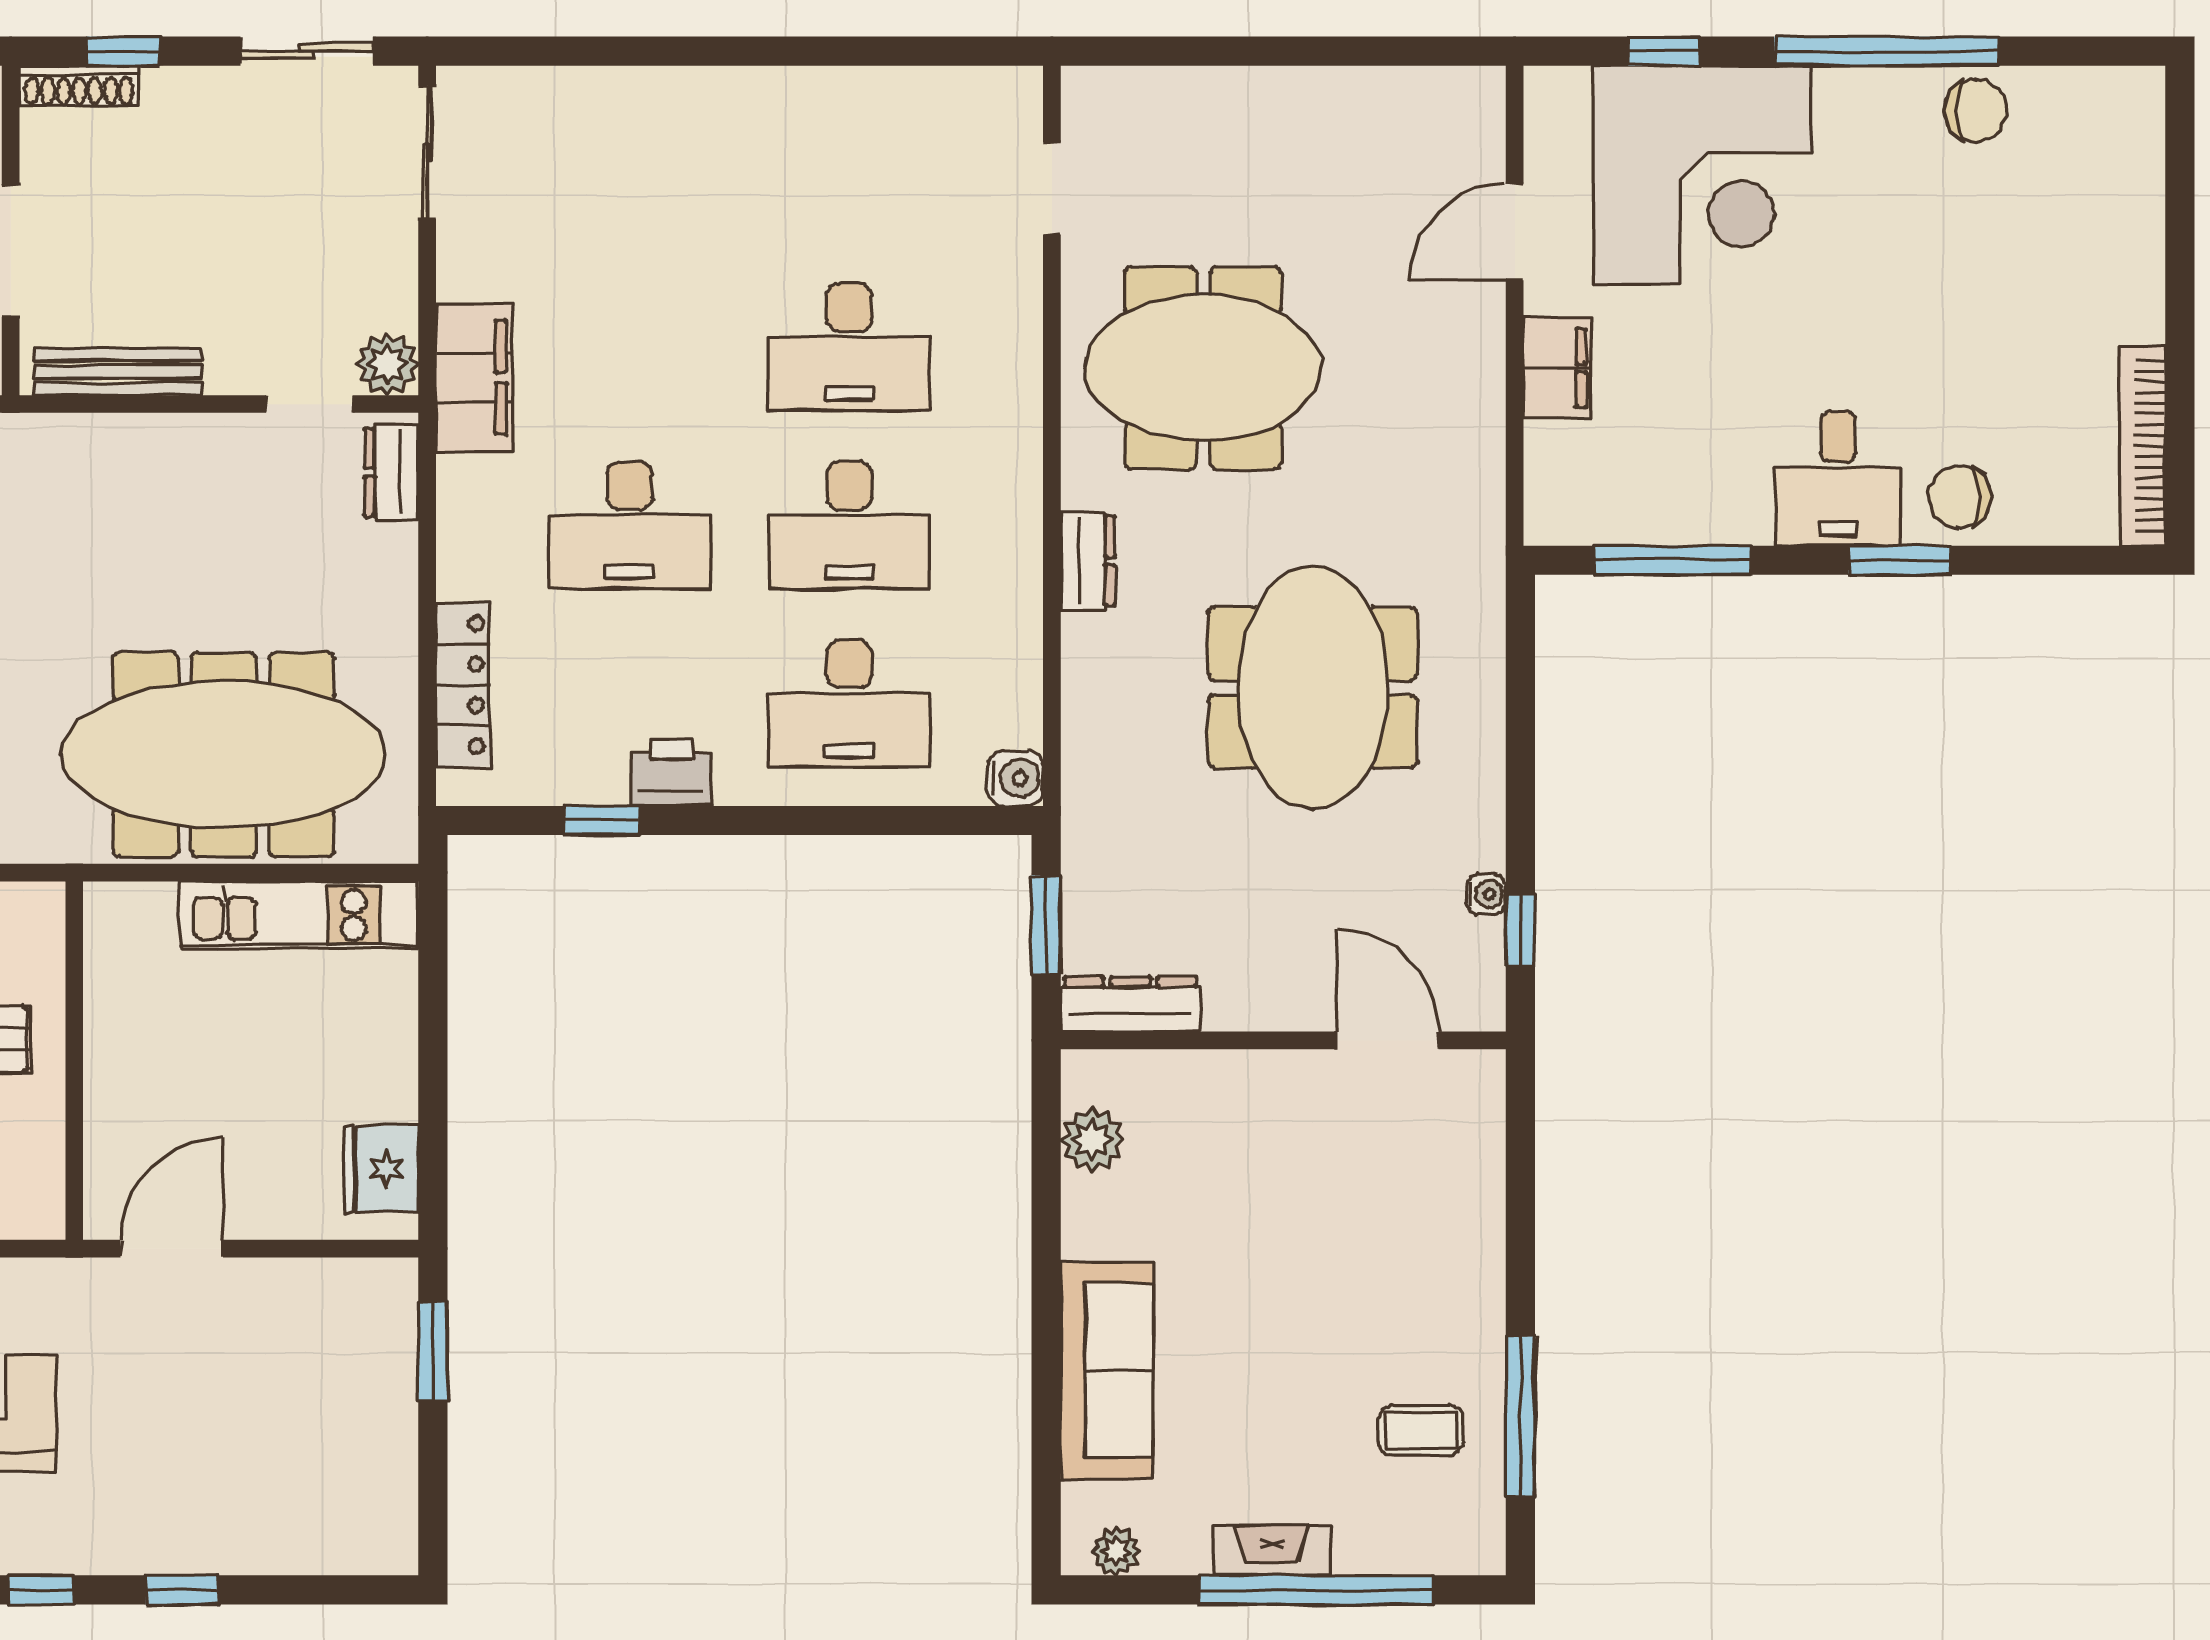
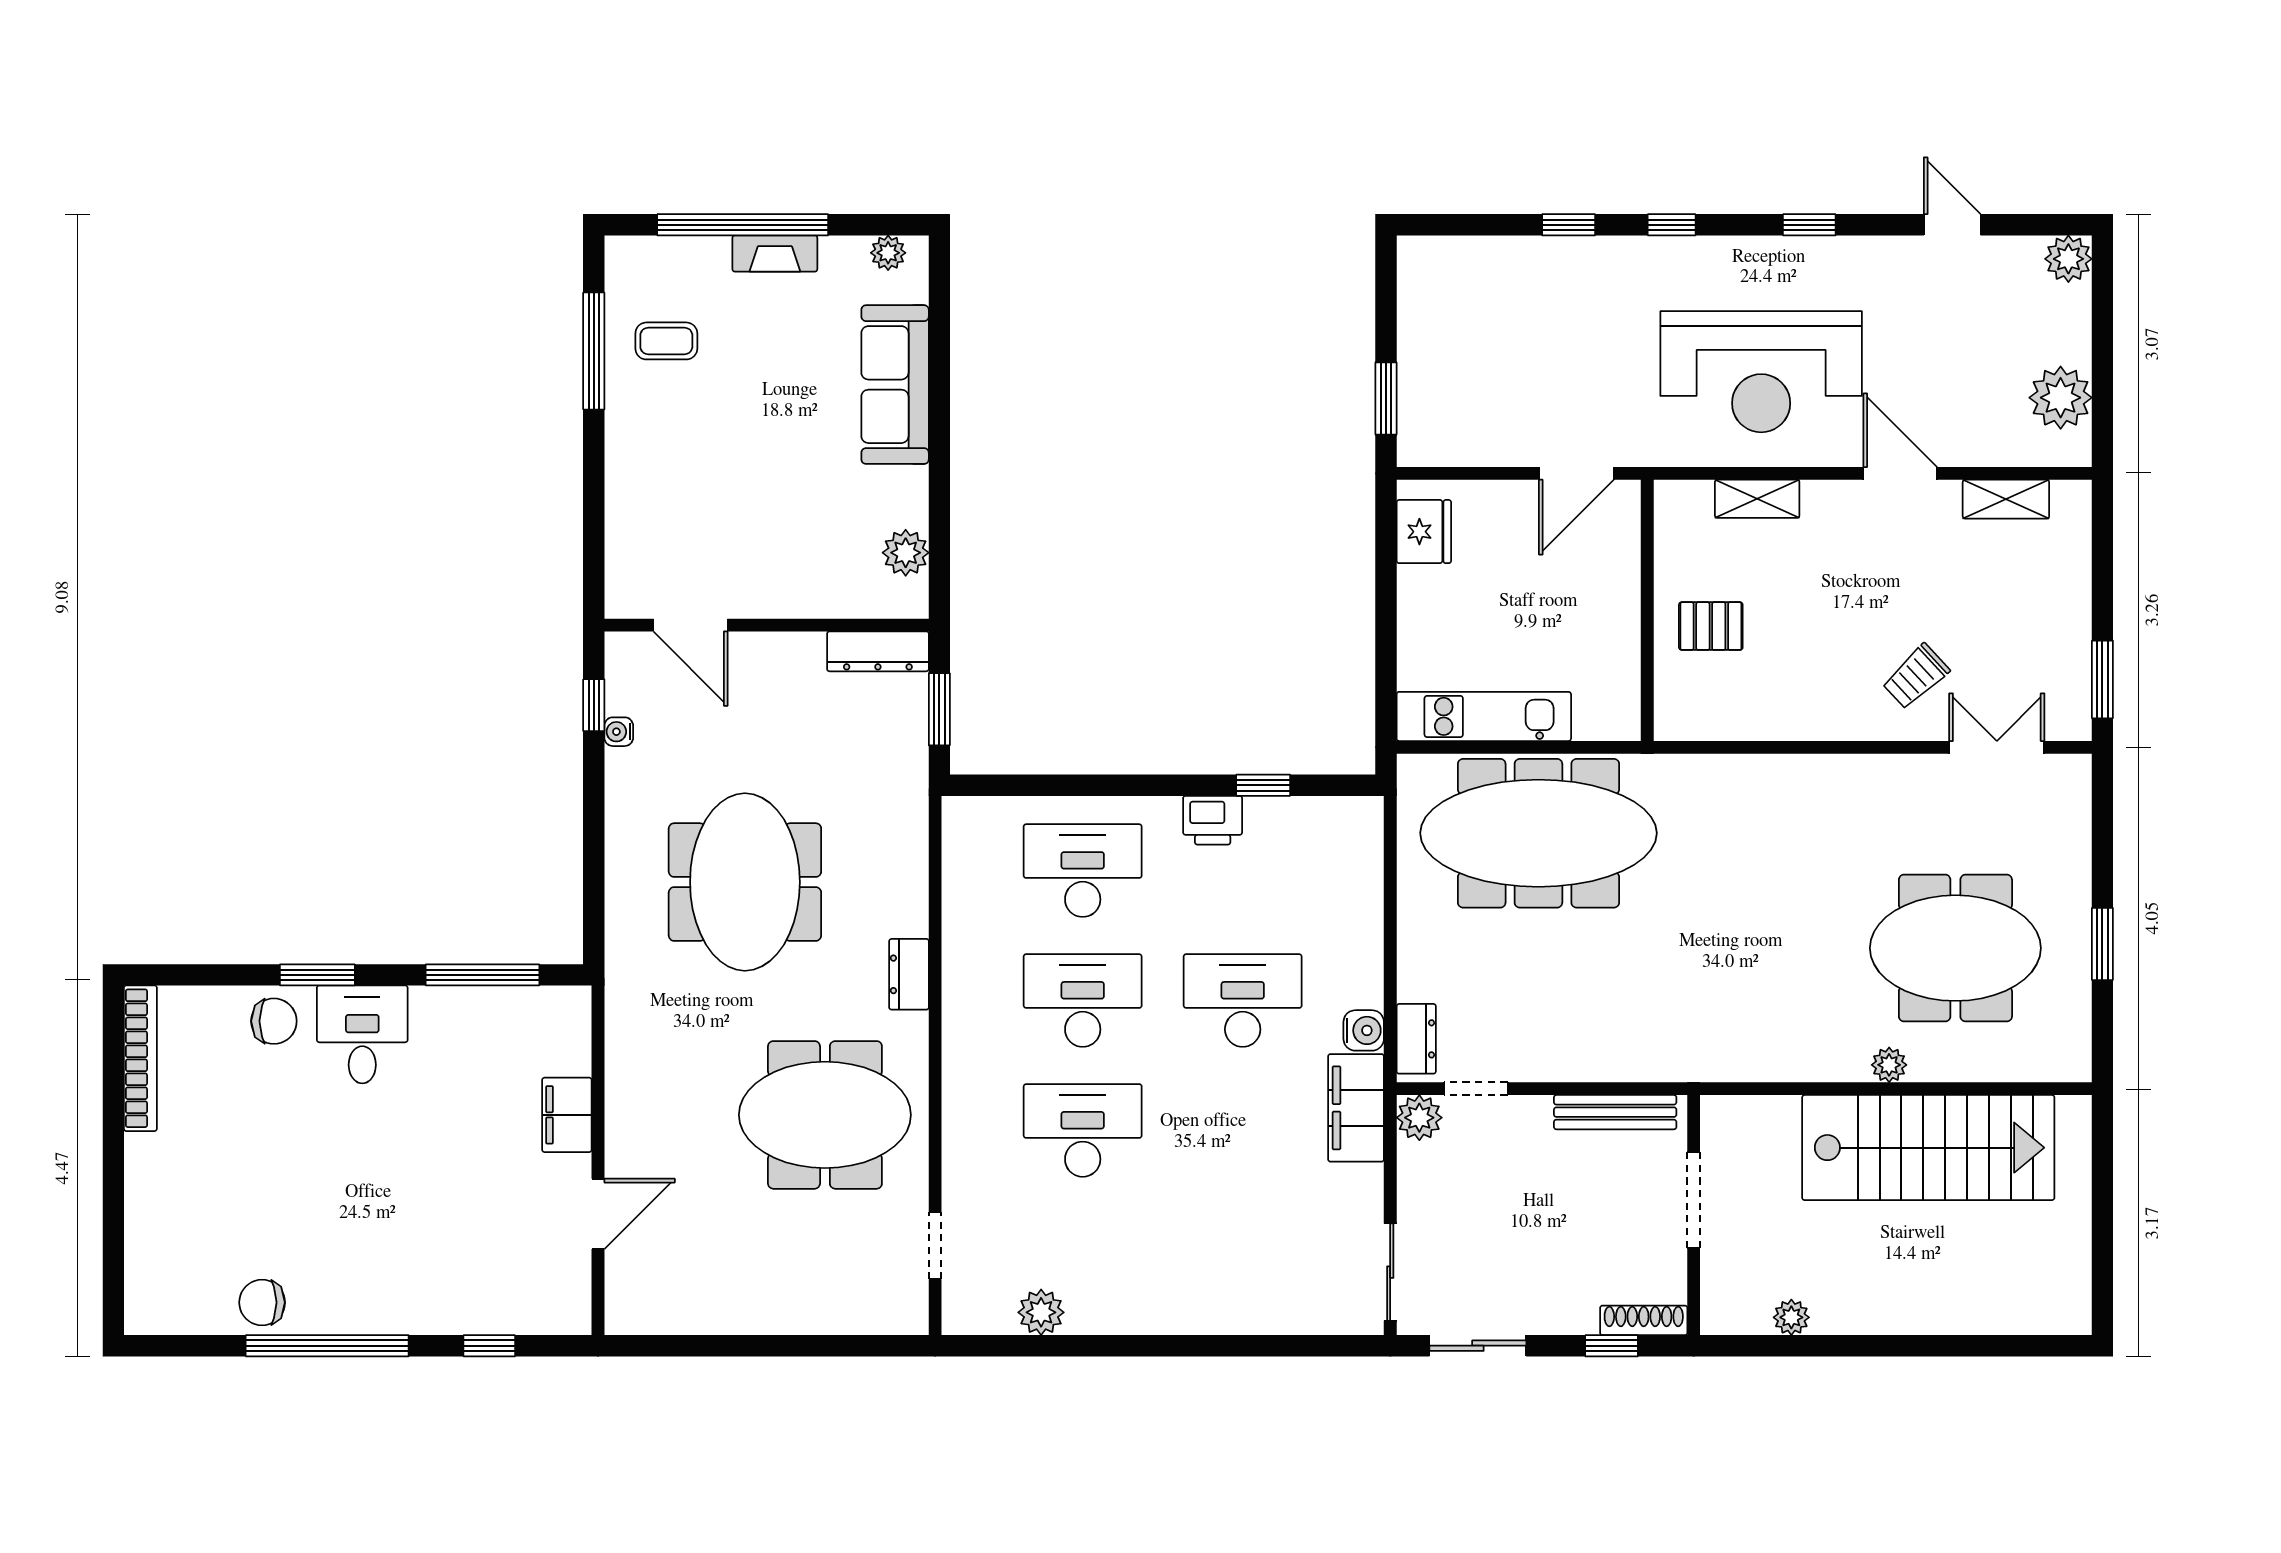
plant: (906, 97) -> (1041, 1312), added
corner desk: (1702, 175) -> (461, 1256), removed
locker: (463, 685) -> (1364, 884), removed
water cooler: (1015, 778) -> (1364, 1030), moved, turned 180

